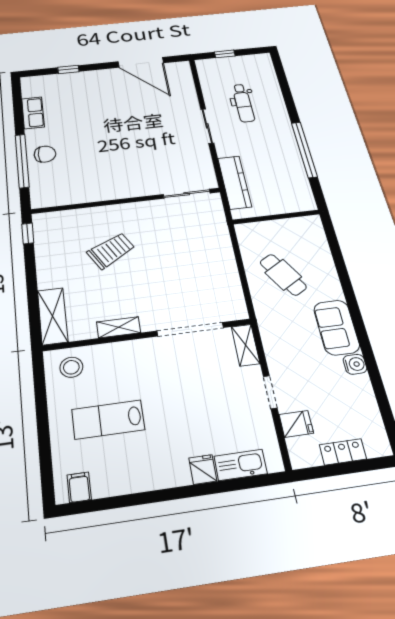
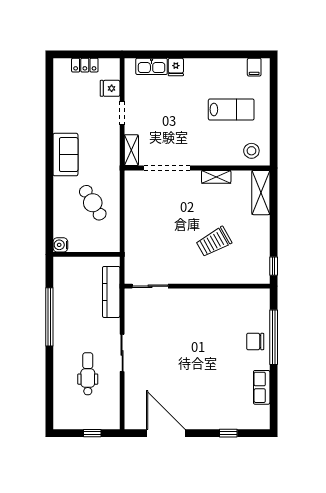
water cooler: (355, 364) -> (60, 245), moved

